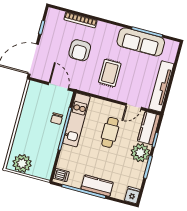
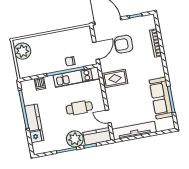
armchair: (80, 50) -> (124, 44), moved
rug: (110, 73) -> (115, 79), moved
dishwasher: (61, 175) -> (40, 84), moved
fridge: (132, 195) -> (37, 136), moved

